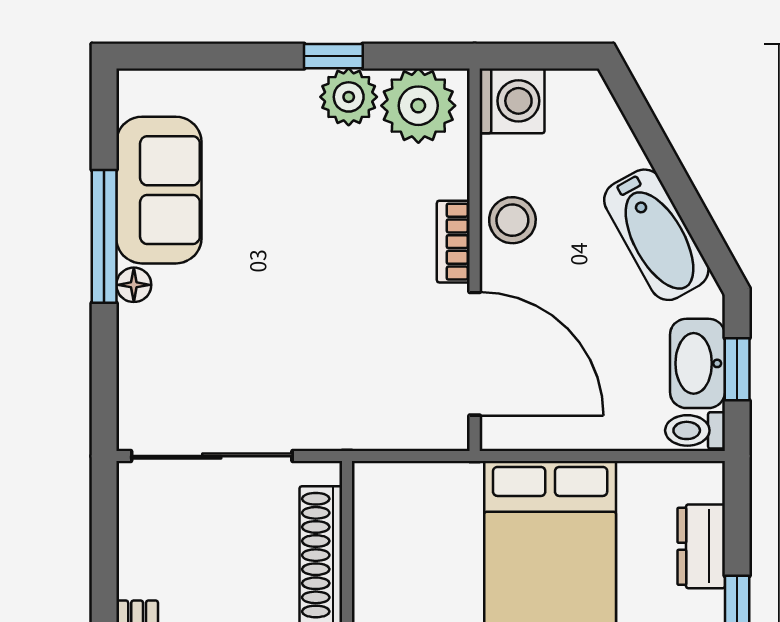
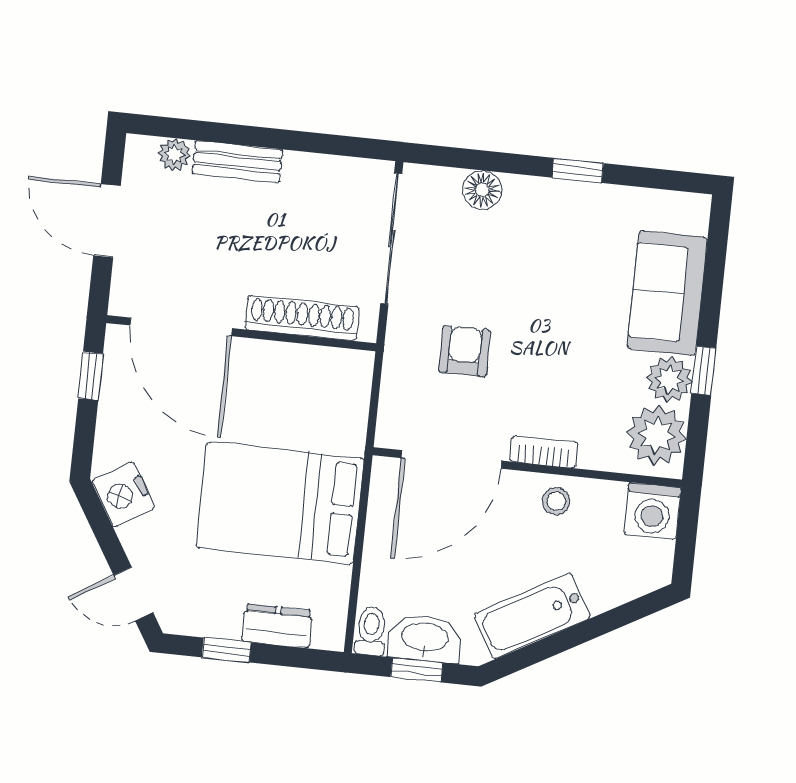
sofa: (159, 190) -> (667, 293), moved, turned 90
stool: (512, 220) -> (556, 501), width x0.73, depth x0.73
window: (104, 236) -> (578, 170), width x0.46
floor lamp: (134, 285) -> (482, 190), moved, width x1.37, depth x1.37
armchair: (340, 352) -> (465, 351), added

